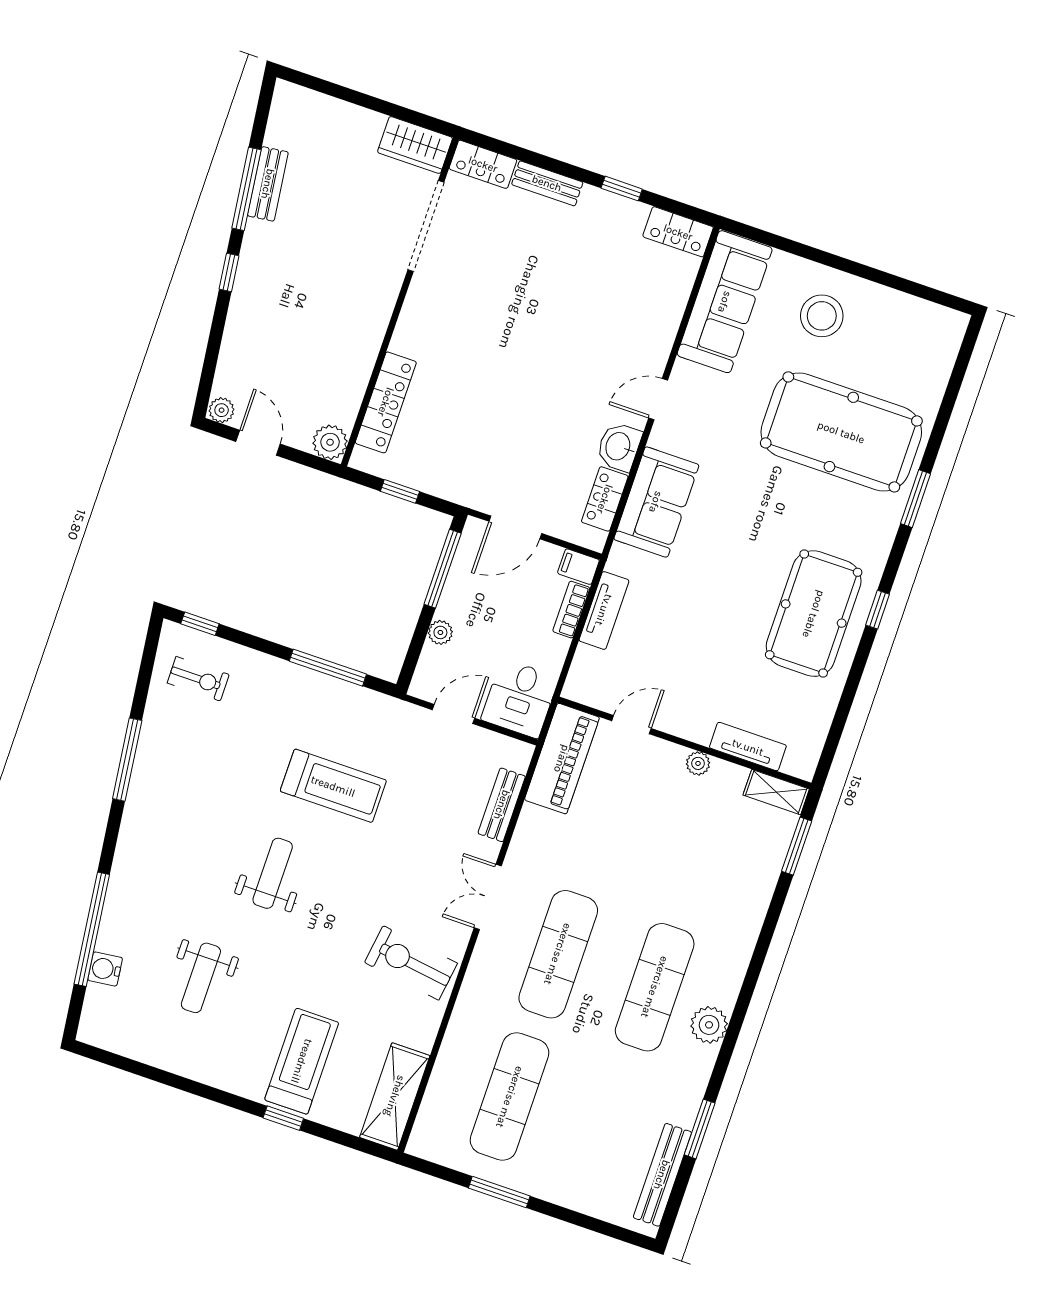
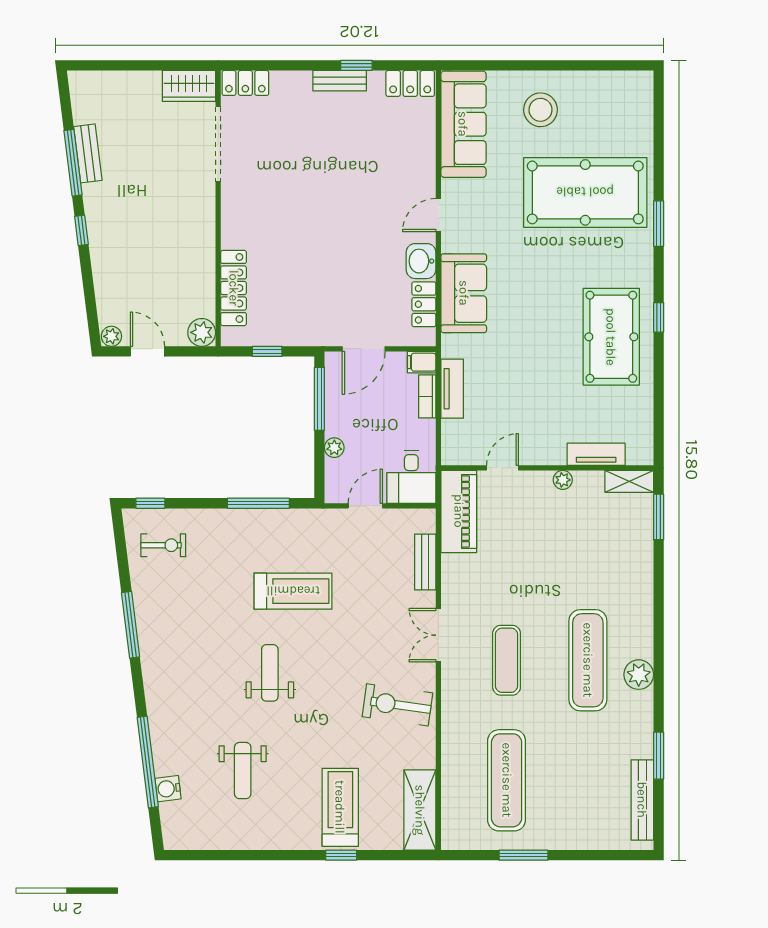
bench: (547, 183) -> (340, 81), moved
exercise mat: (558, 954) -> (507, 660), width x0.73, depth x0.69

